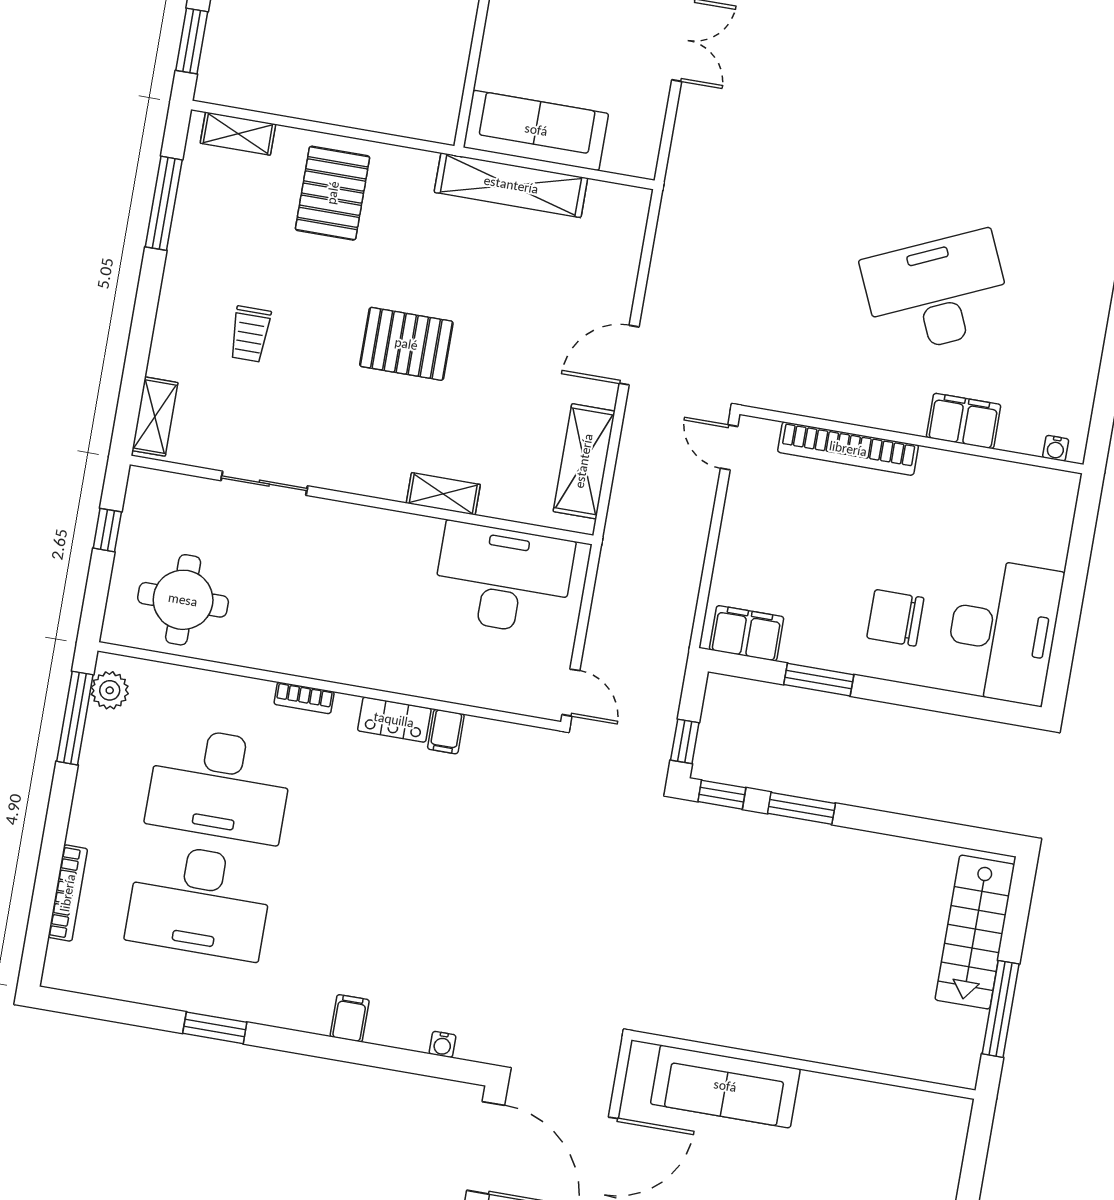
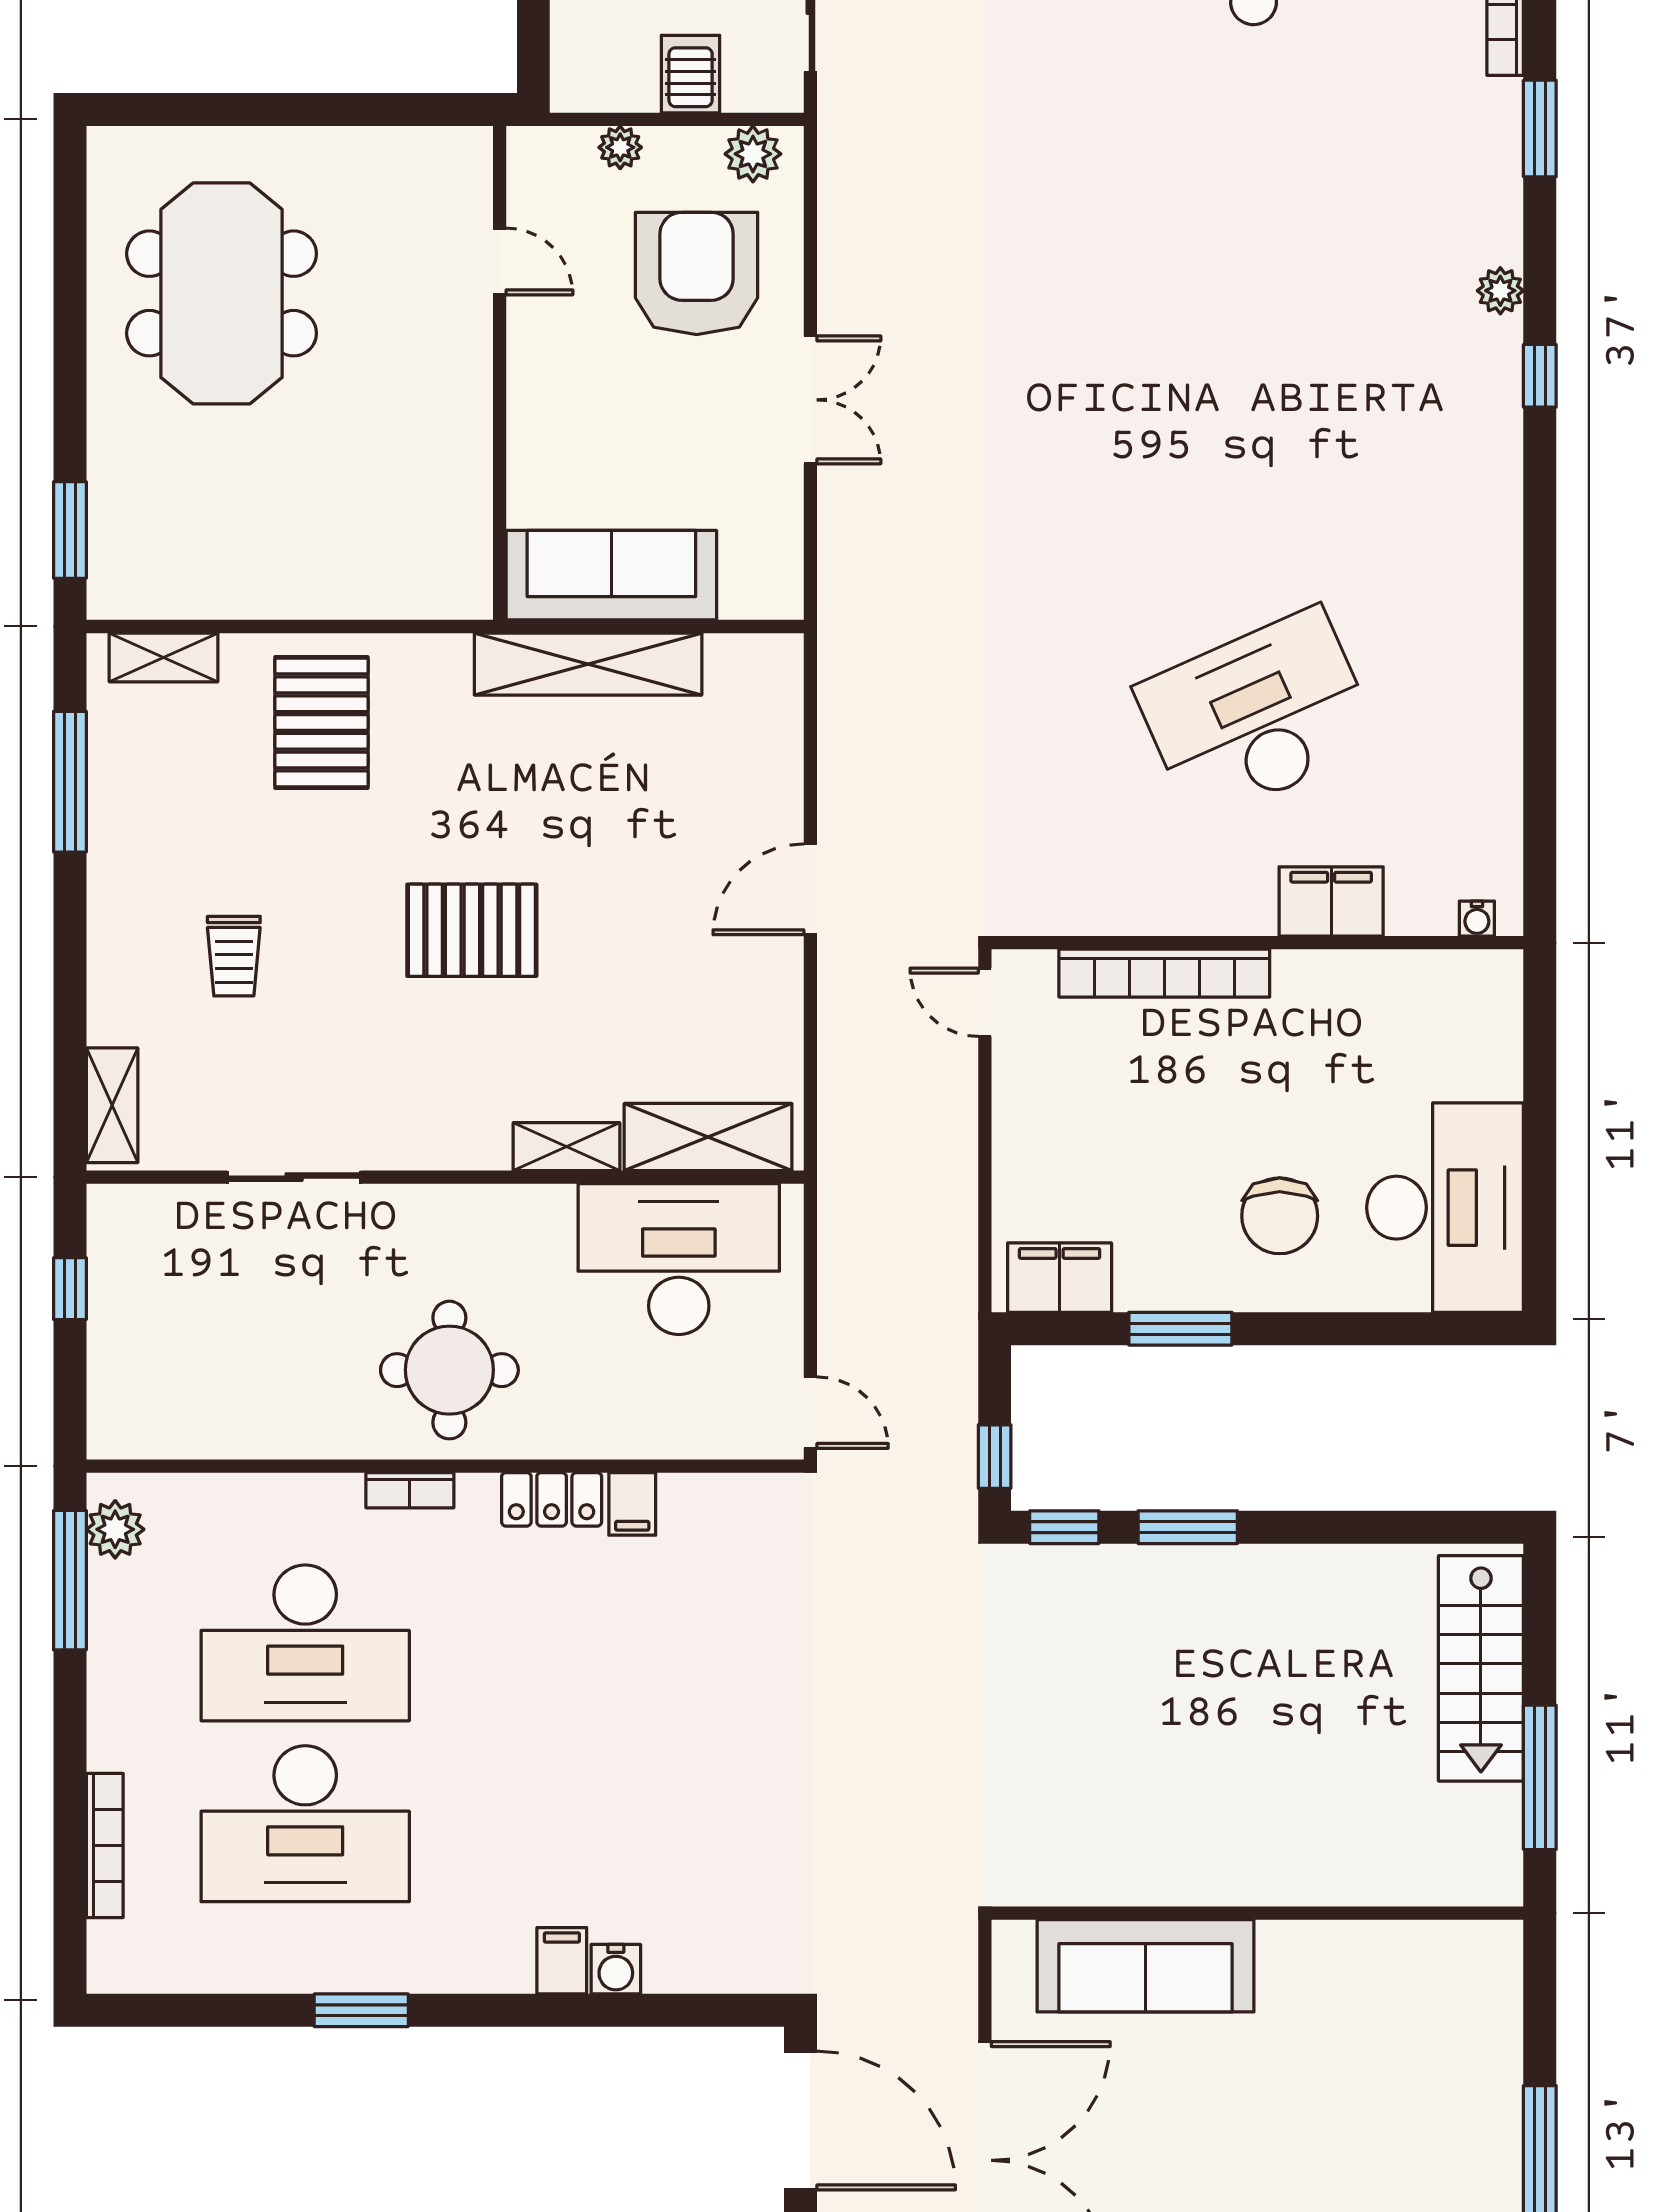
shelving: (584, 461) -> (708, 1137), moved, turned 90
round table: (183, 600) -> (449, 1370), moved
chair: (895, 618) -> (1280, 1216), turned -90
water cooler: (443, 1044) -> (616, 1969), moved, width x1.38, depth x1.38

